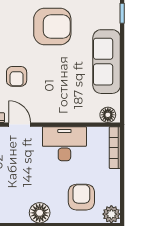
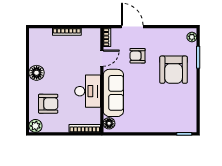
armchair: (52, 27) -> (174, 70), moved
sofa: (107, 62) -> (113, 93), moved, turned 90

